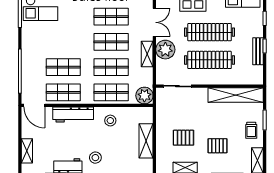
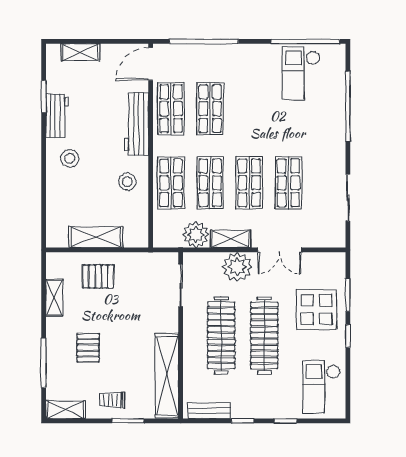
bench: (258, 51) -> (209, 411), moved
plant: (144, 96) -> (196, 235), moved
pallet: (183, 138) -> (98, 276), moved, turned 90

